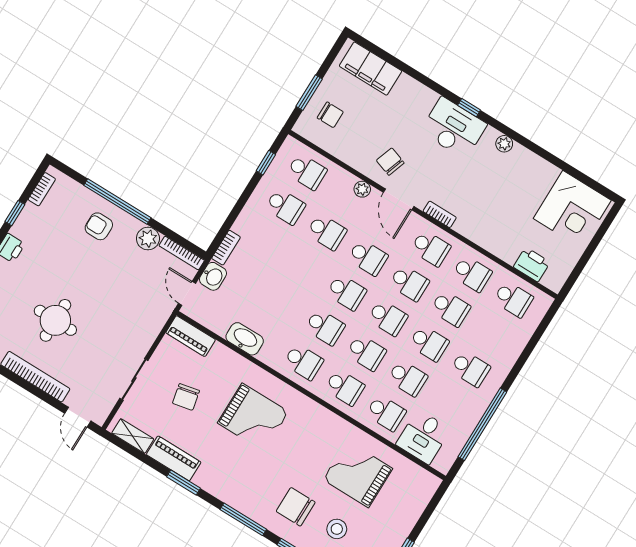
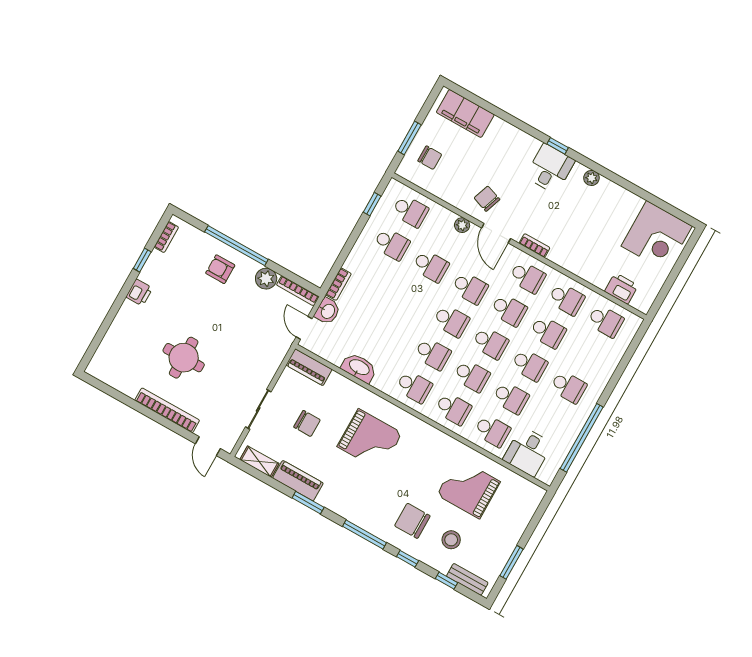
desk: (454, 128) -> (550, 169), width x0.73
chair: (186, 397) -> (307, 423), turned -78

